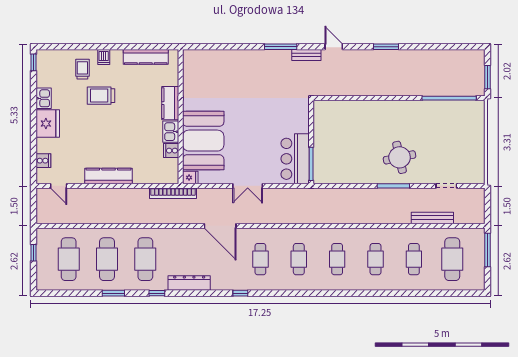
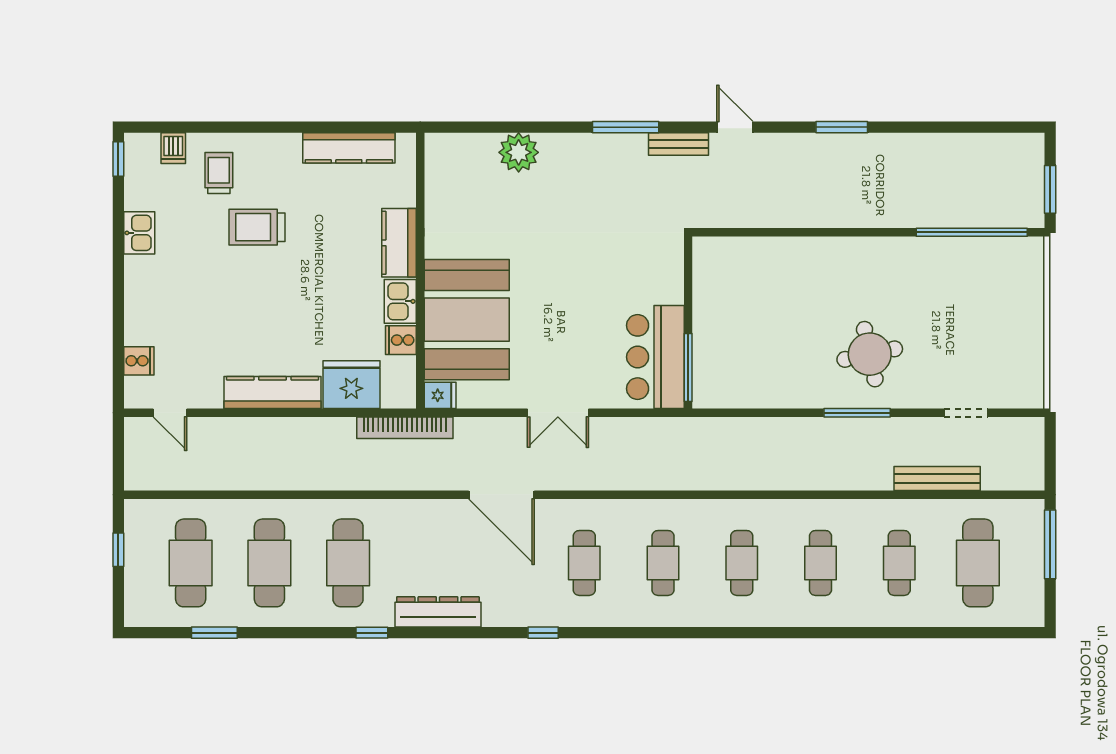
dishwasher: (104, 57) -> (173, 148), moved
plant: (228, 59) -> (519, 152), added
fridge: (48, 124) -> (351, 385), moved, turned -90
window: (113, 293) -> (214, 633), moved

